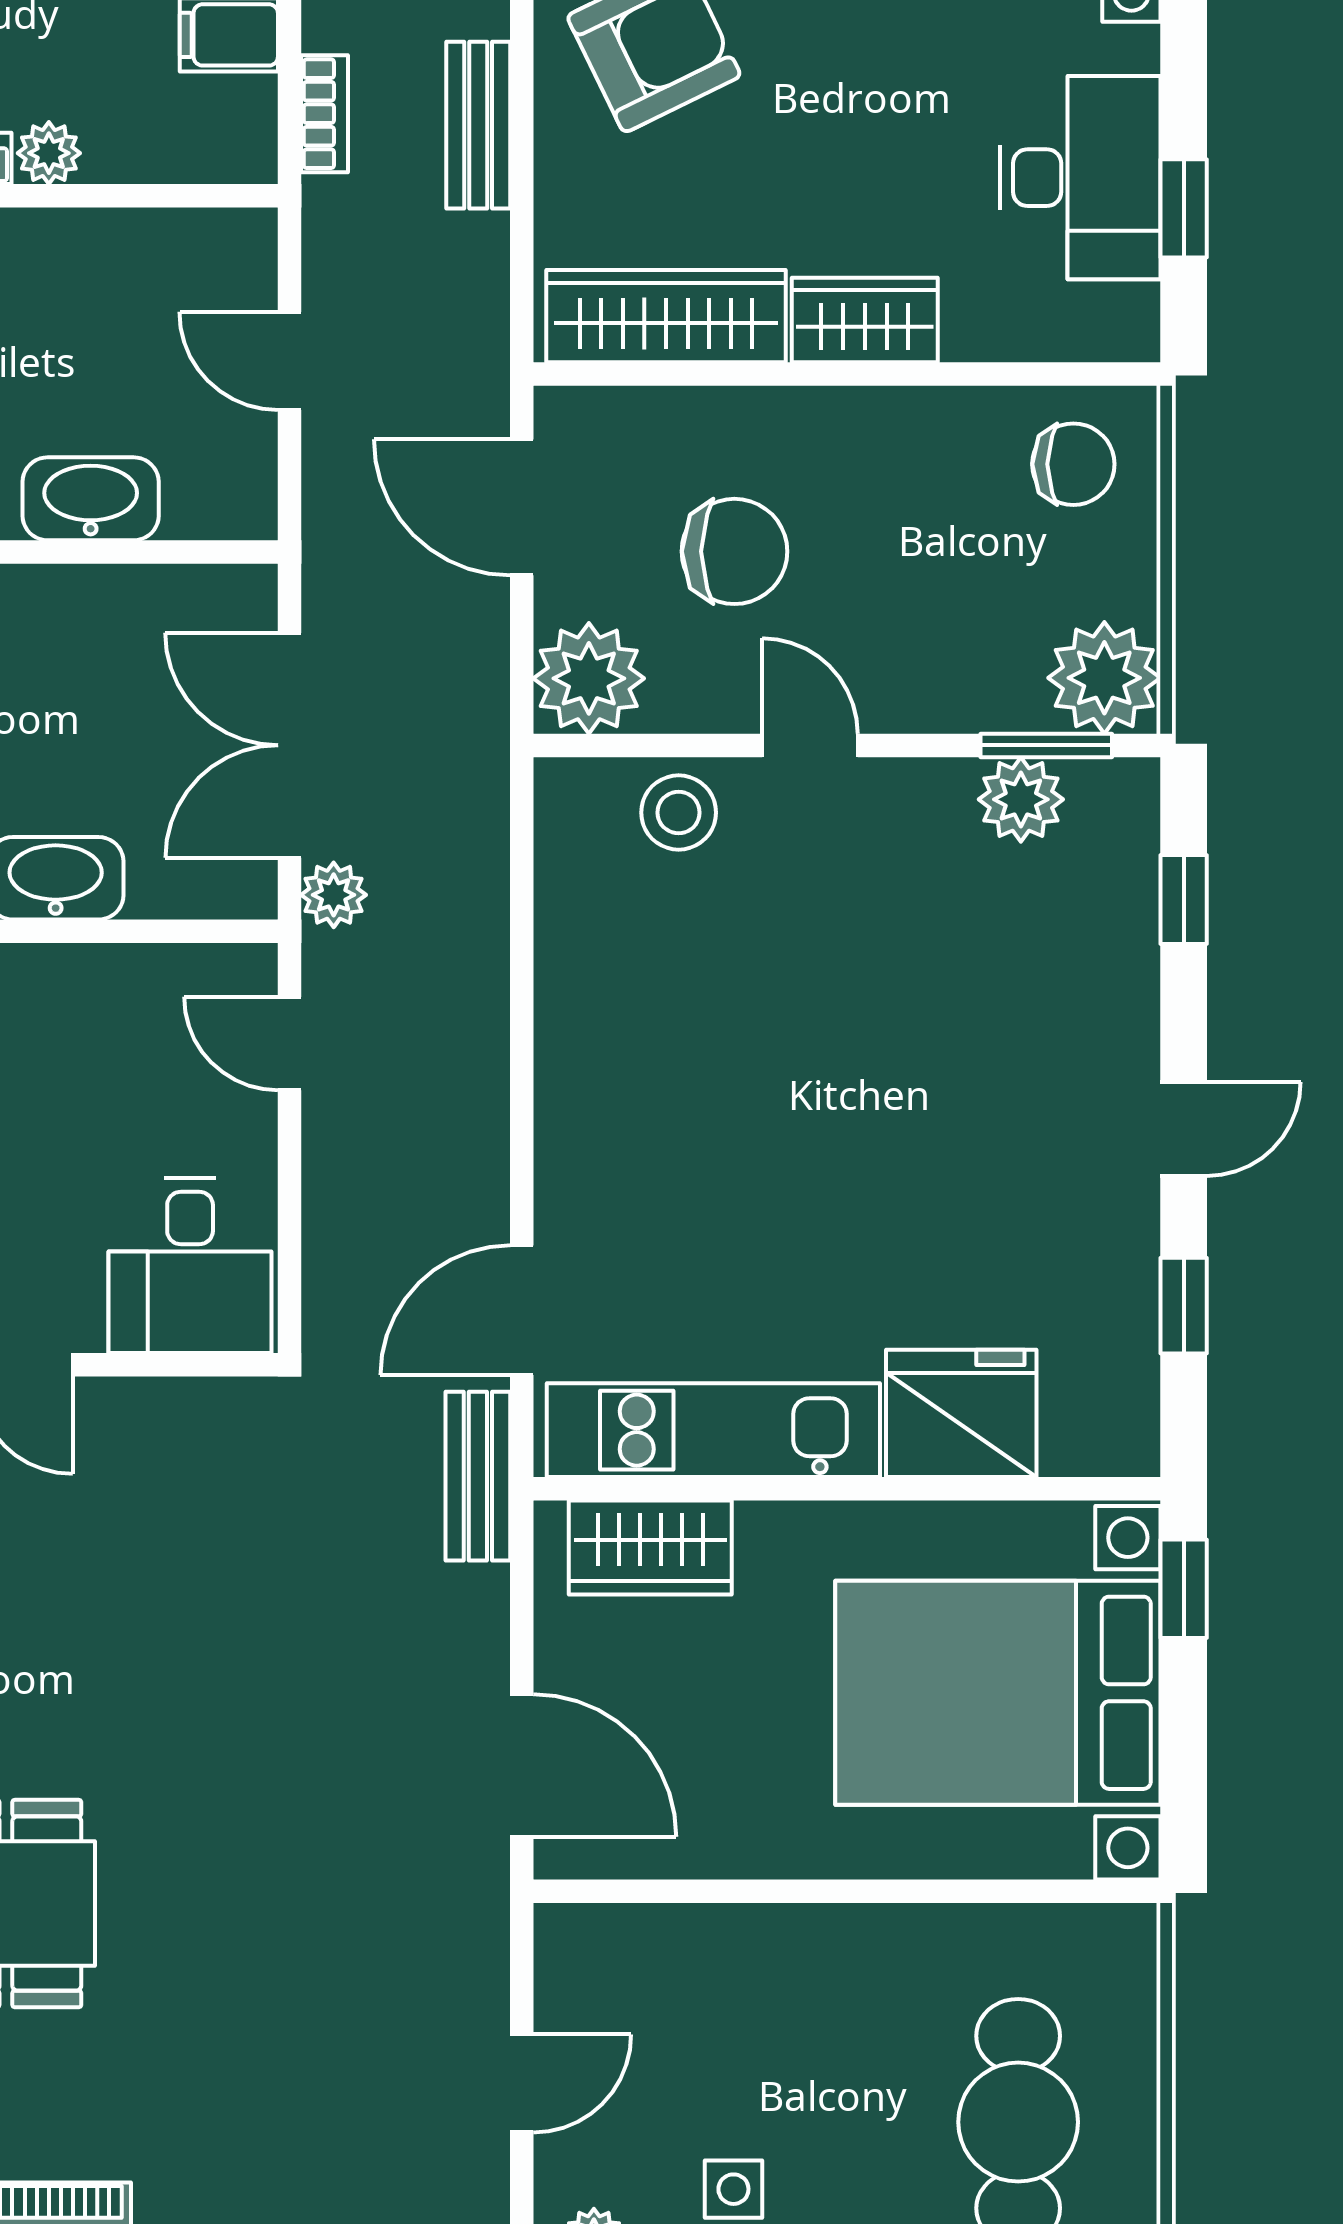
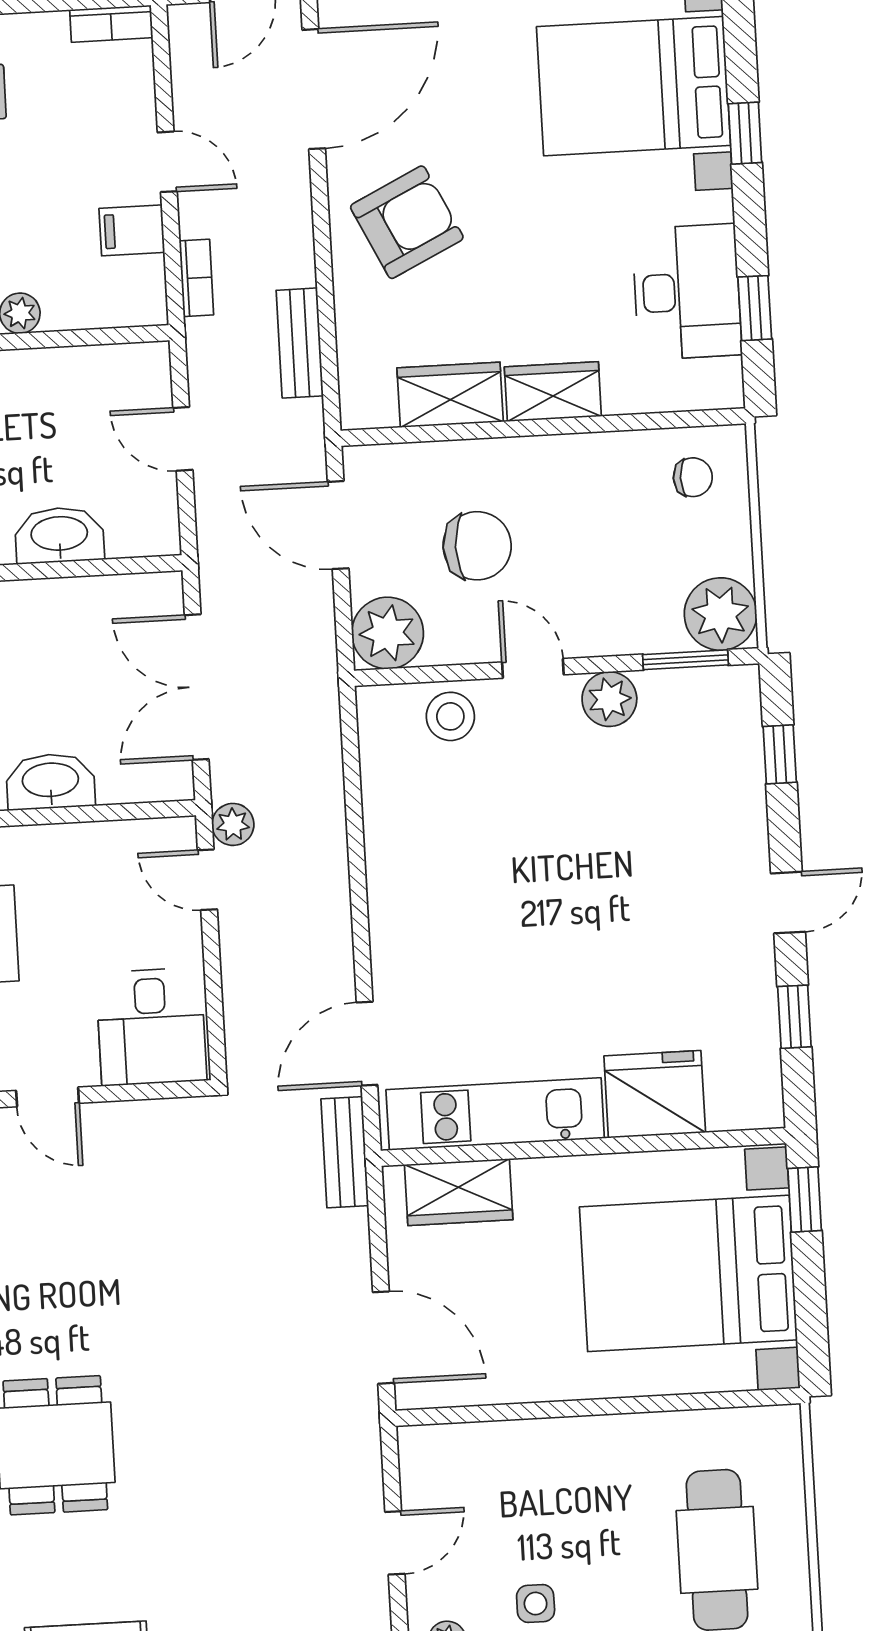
bench: (478, 125) -> (300, 343), moved
wardrobe: (666, 316) -> (450, 395), width x0.67
chair: (1073, 464) -> (693, 477), width x0.73, depth x0.73
plant: (1021, 799) -> (609, 699), moved
plant: (334, 895) -> (233, 824), moved

